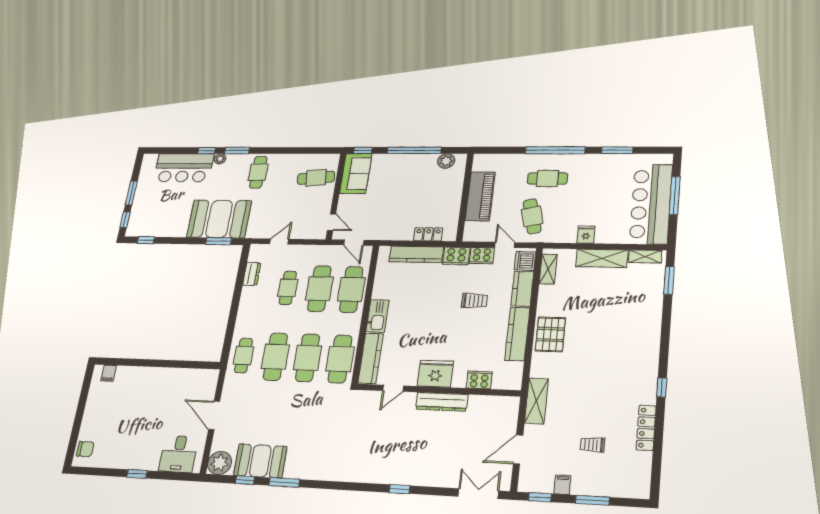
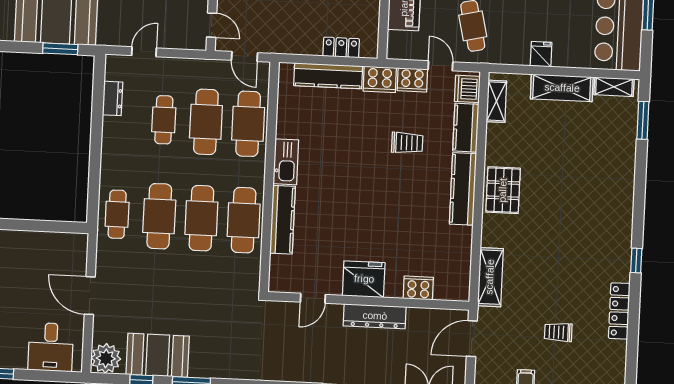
fridge: (435, 374) -> (364, 279), moved
cooker: (479, 380) -> (418, 288), moved
door: (393, 388) -> (313, 298), moved
wall: (438, 390) -> (368, 301), moved
dresser: (442, 402) -> (375, 316), moved

